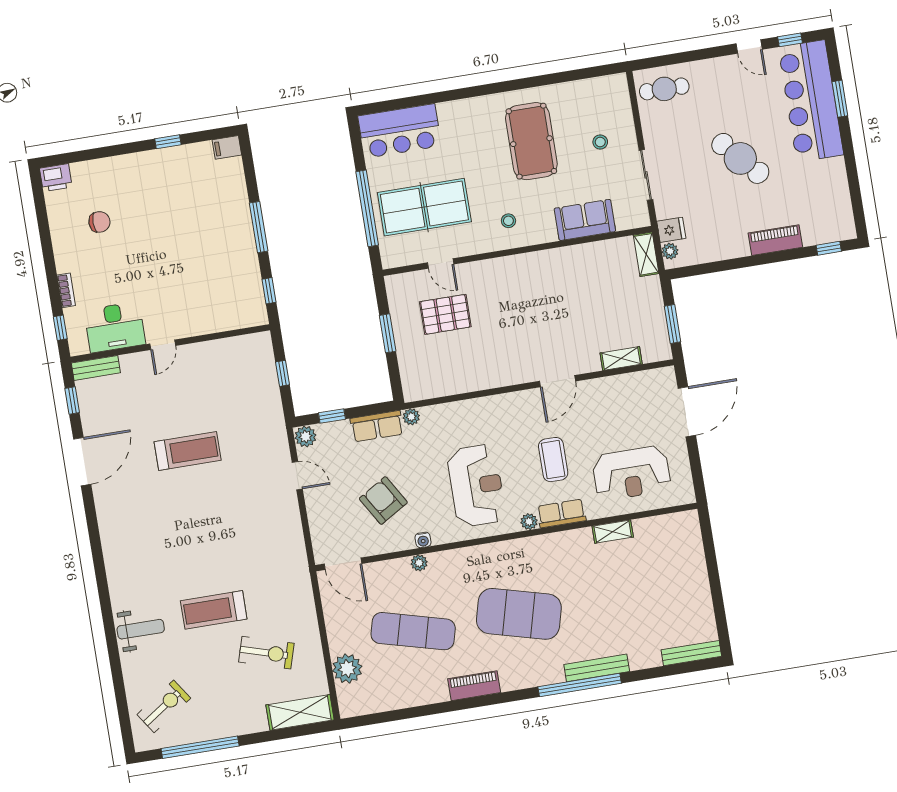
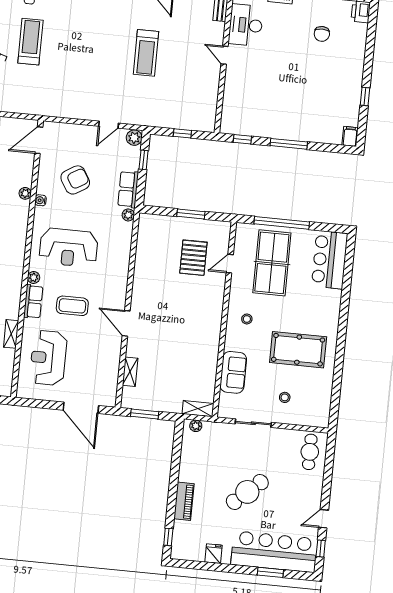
fridge: (671, 230) -> (213, 554), moved, turned 180

